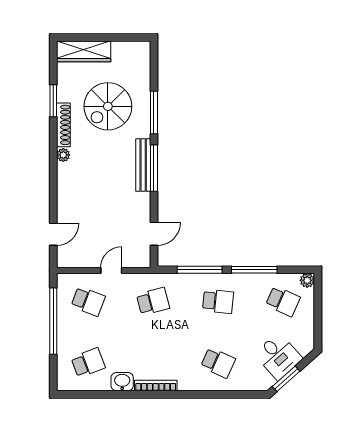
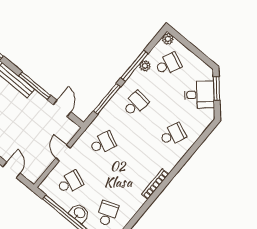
window: (154, 168) -> (35, 86), moved
plant: (262, 280) -> (145, 66), added
school desk: (153, 301) -> (103, 143), turned 39
window: (286, 379) -> (216, 88), moved
washbasin: (122, 382) -> (79, 213), moved, turned 90

